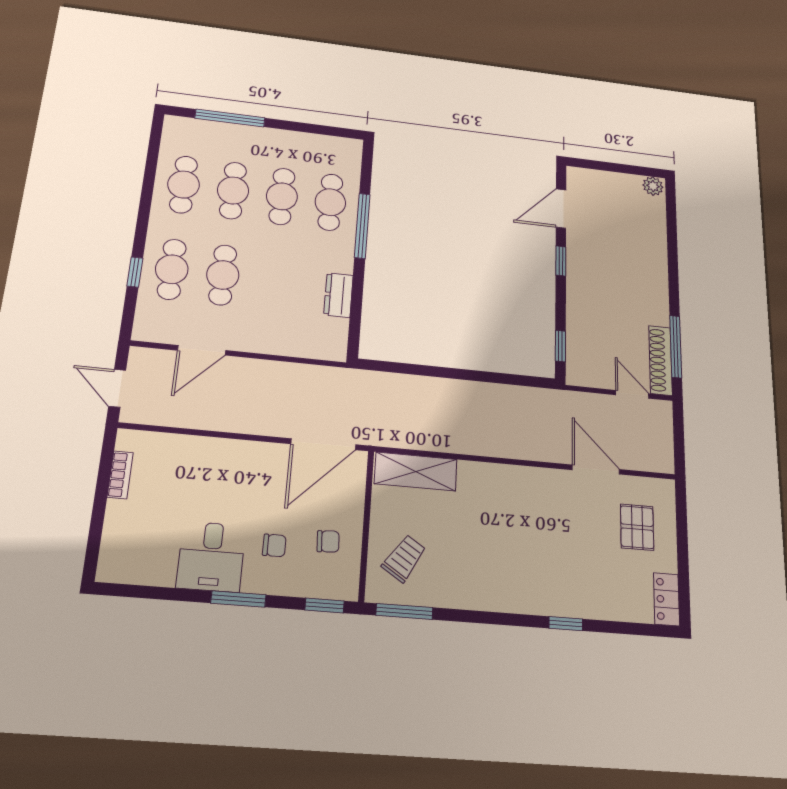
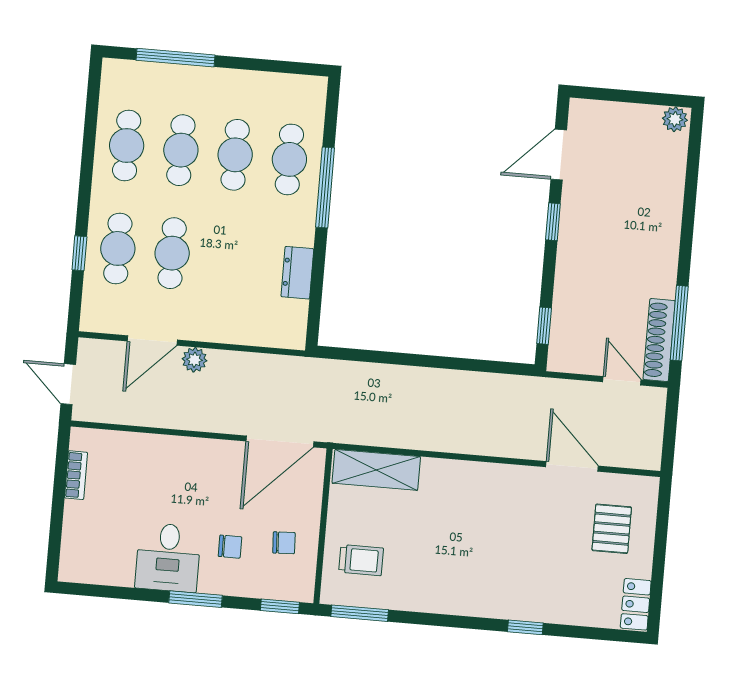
plant: (242, 368) -> (194, 360), added
trolley: (404, 558) -> (361, 560), turned 57

